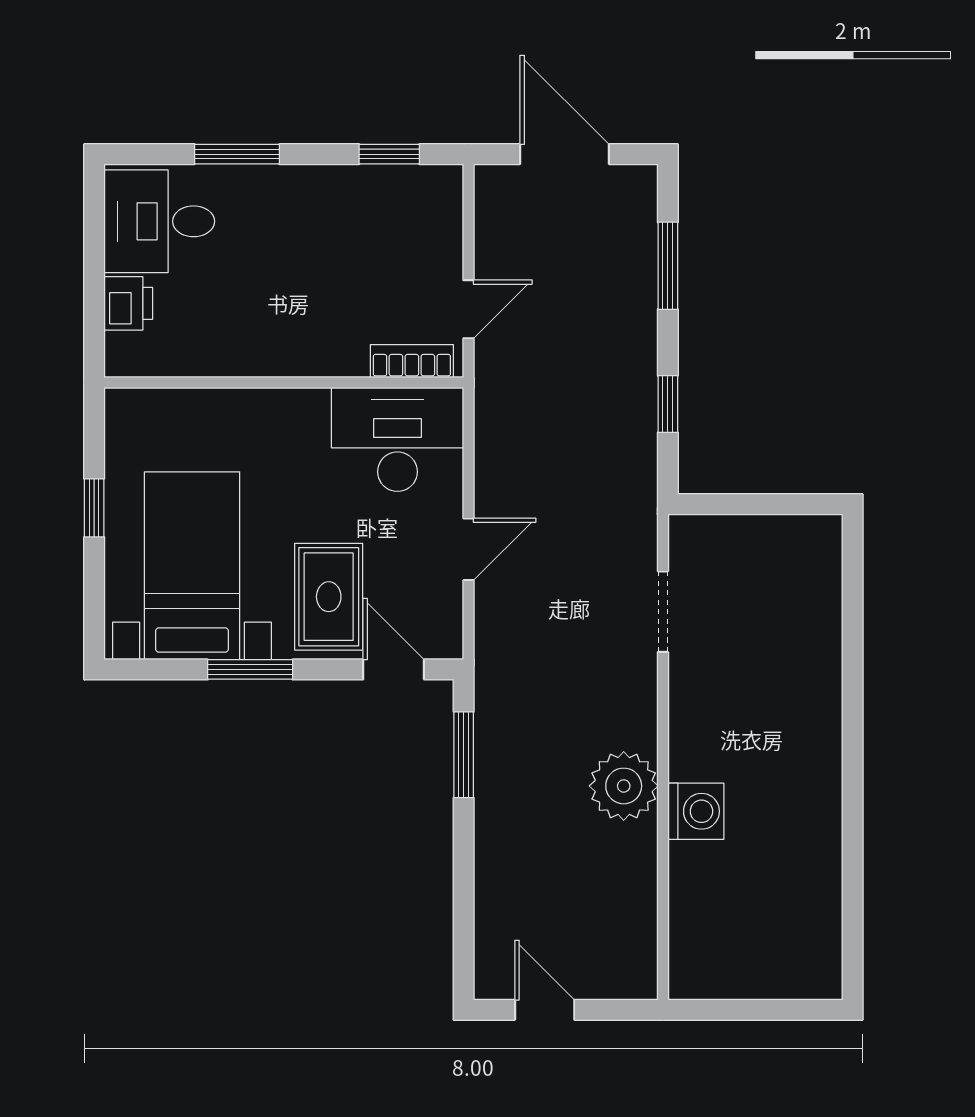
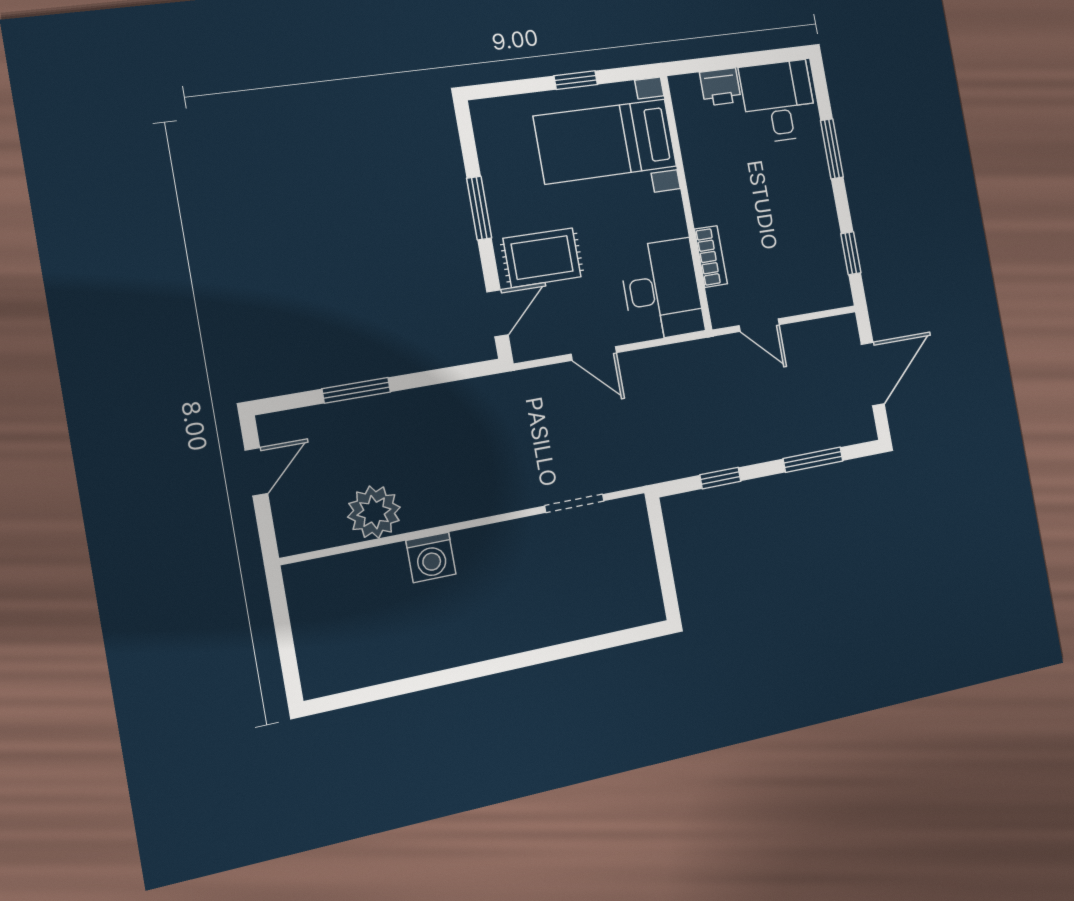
bookcase: (412, 361) -> (711, 256), moved
bed with nightstands: (192, 566) -> (605, 141), moved, turned 180
window: (464, 755) -> (356, 390), moved
plant: (624, 786) -> (374, 512), moved

